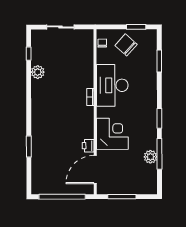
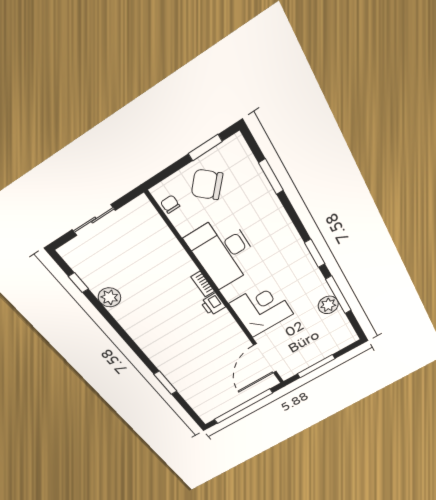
printer: (88, 146) -> (213, 304), moved

